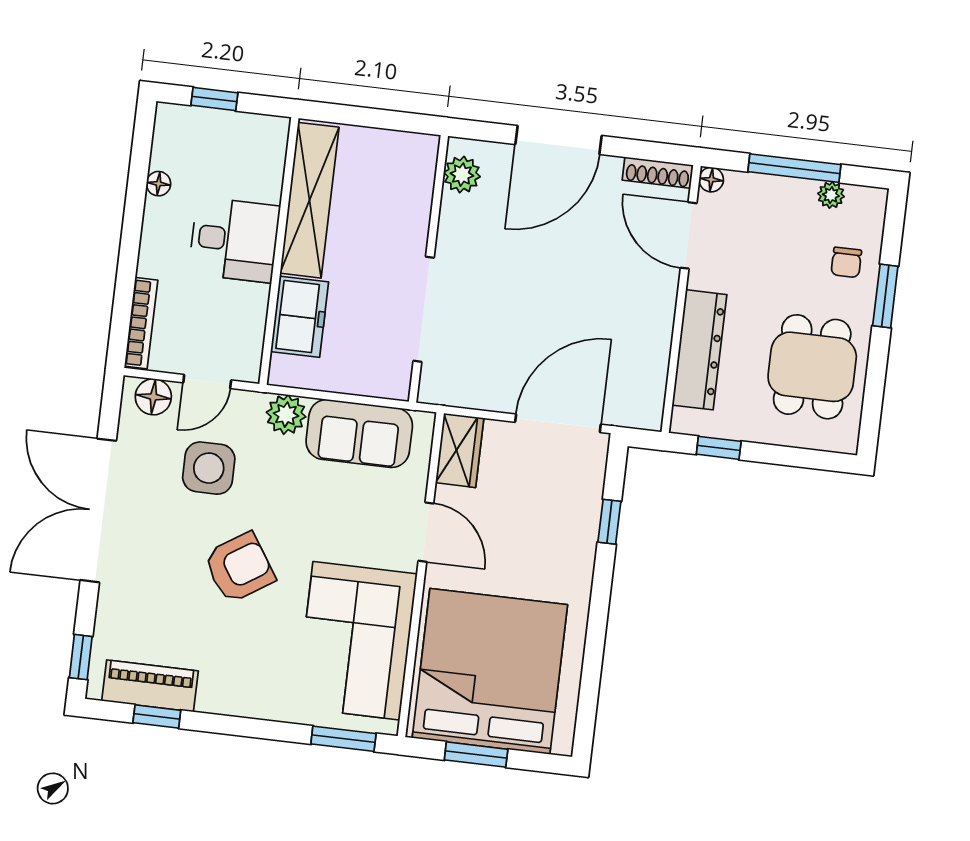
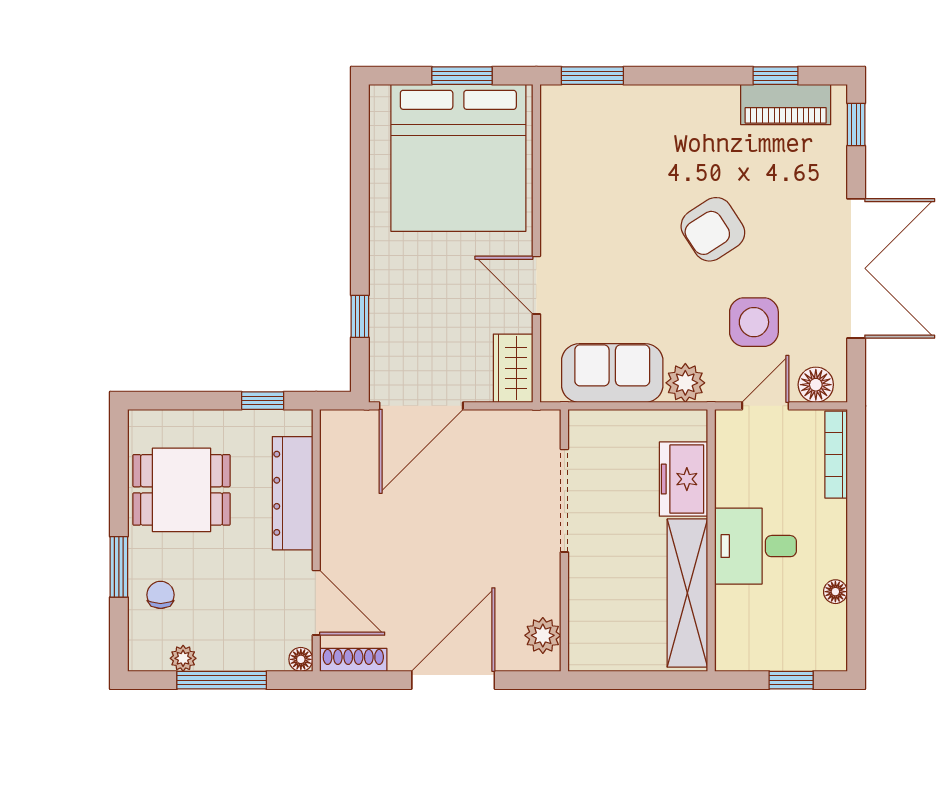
dining table: (812, 367) -> (181, 490), turned 90
corner sofa: (356, 641) -> (591, 172), removed

